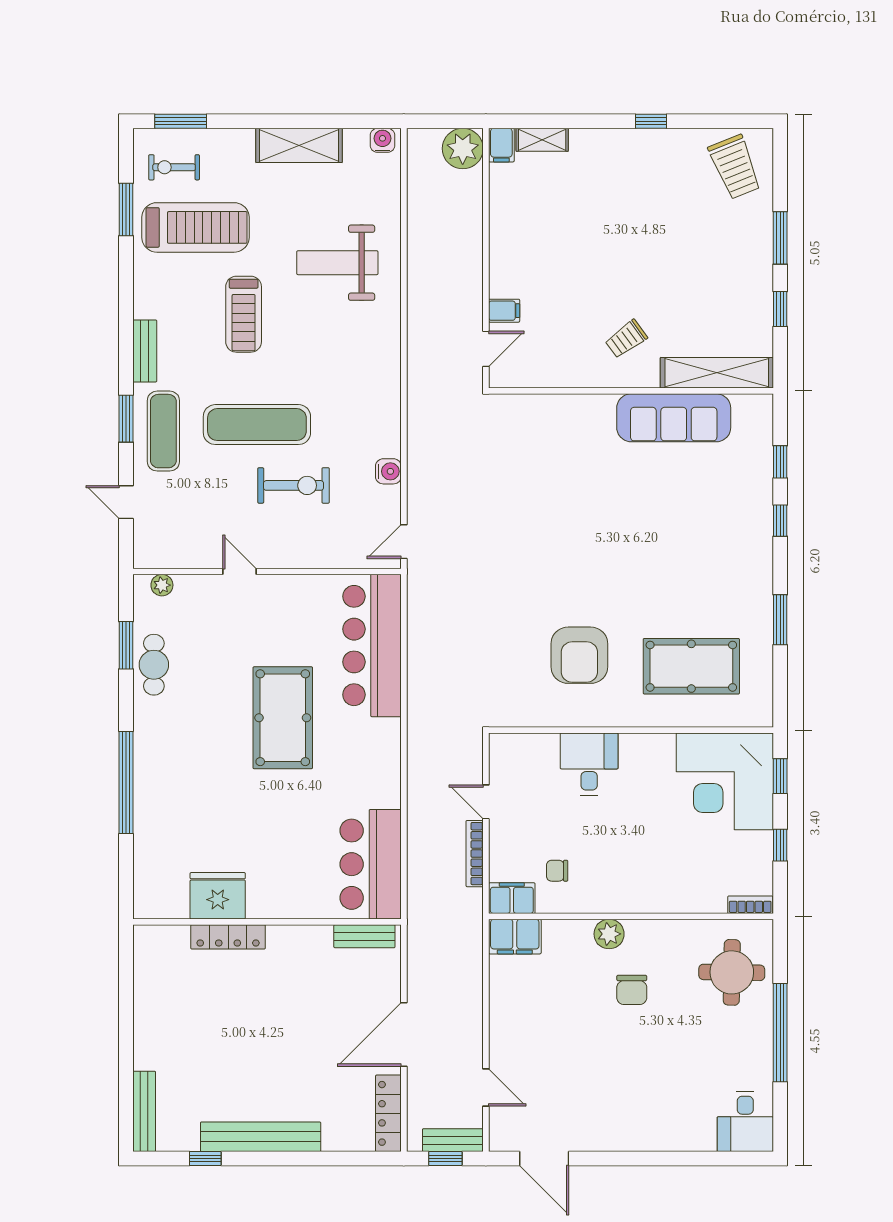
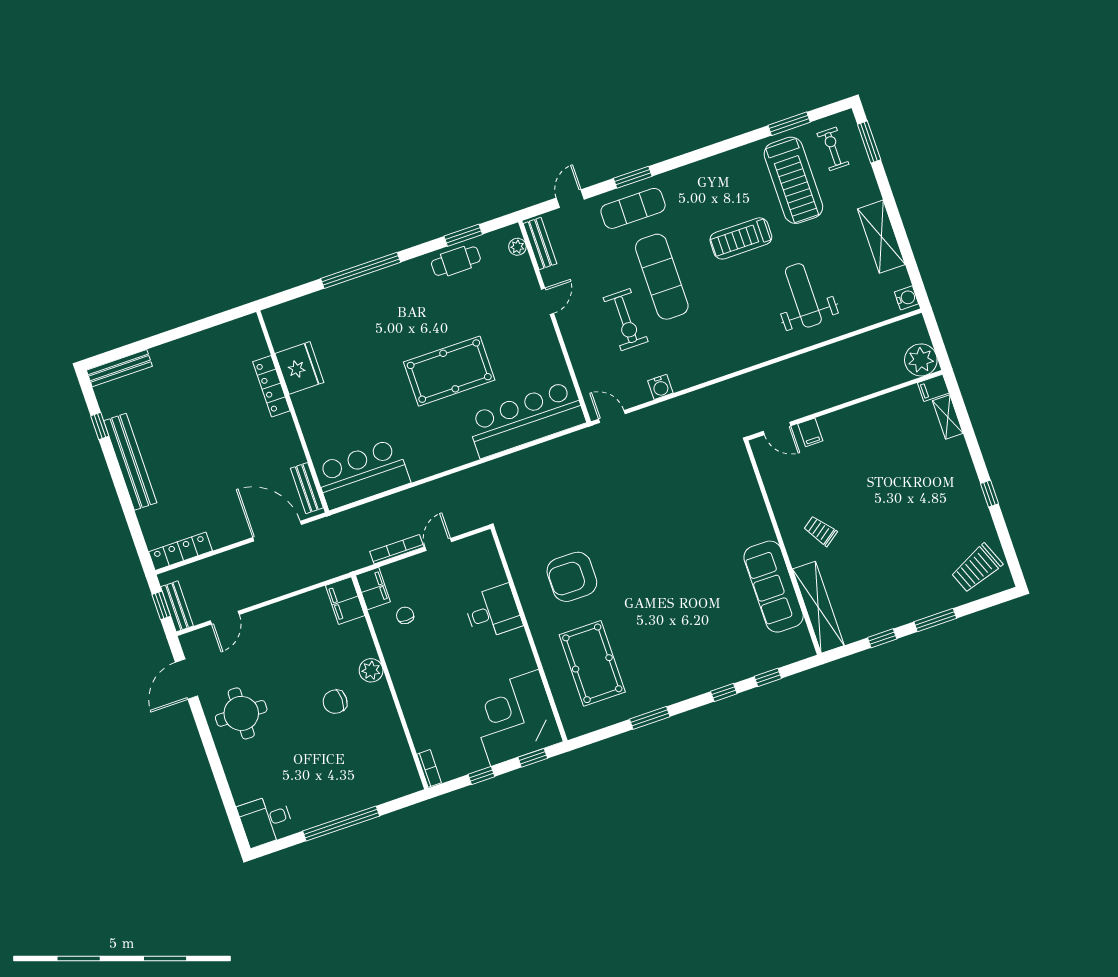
bench: (145, 351) -> (540, 244), moved, turned 90
round table: (732, 972) -> (241, 713), moved
door: (404, 1035) -> (277, 531), moved

